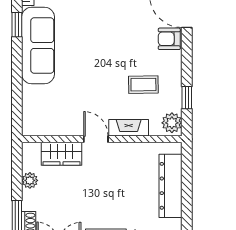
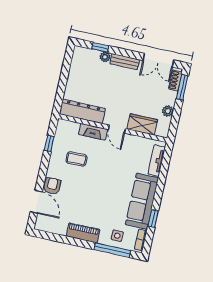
armchair: (169, 39) -> (52, 186), turned -90
tv unit: (30, 107) -> (157, 161), added
plant: (172, 123) -> (63, 129), removed
dresser: (171, 186) -> (82, 111), moved, turned -90

